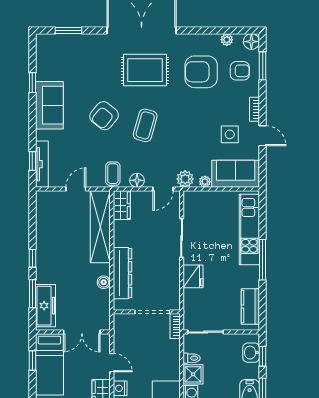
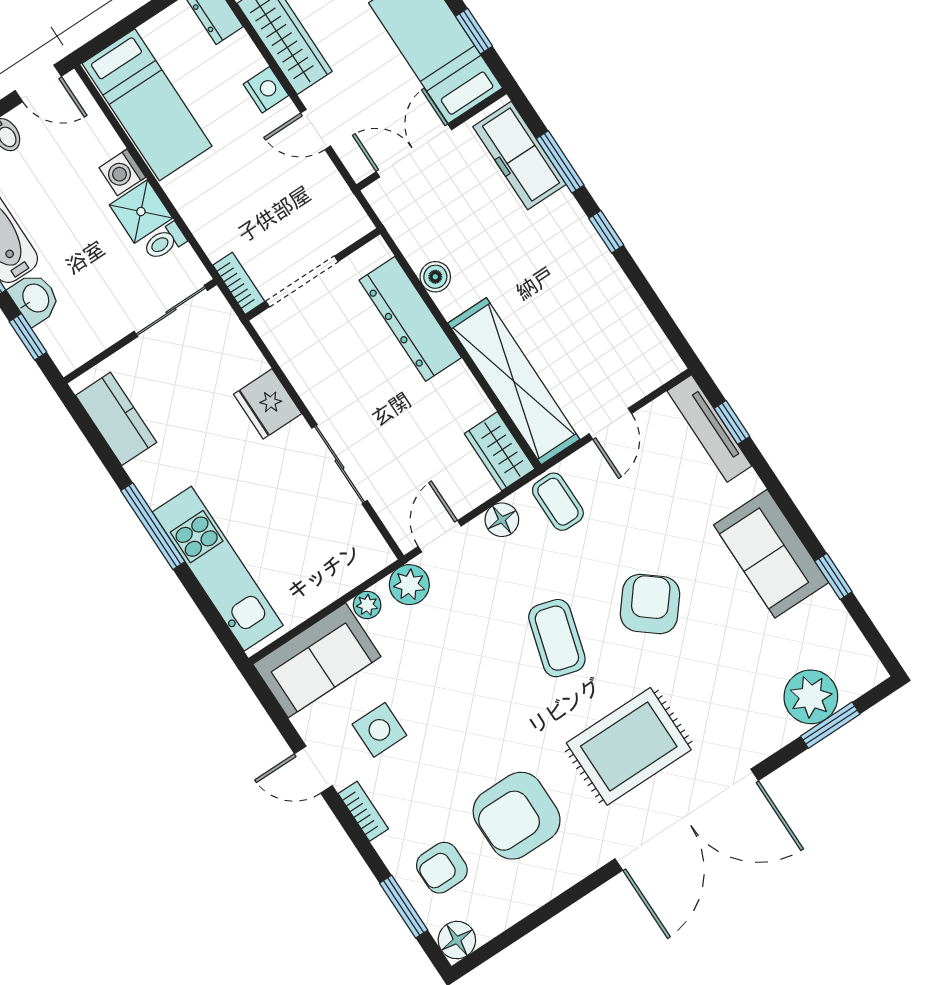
plant: (227, 40) -> (811, 697), moved, width x1.88, depth x1.88
armchair: (201, 72) -> (517, 816), turned 180
washbasin: (251, 353) -> (35, 299), moved

